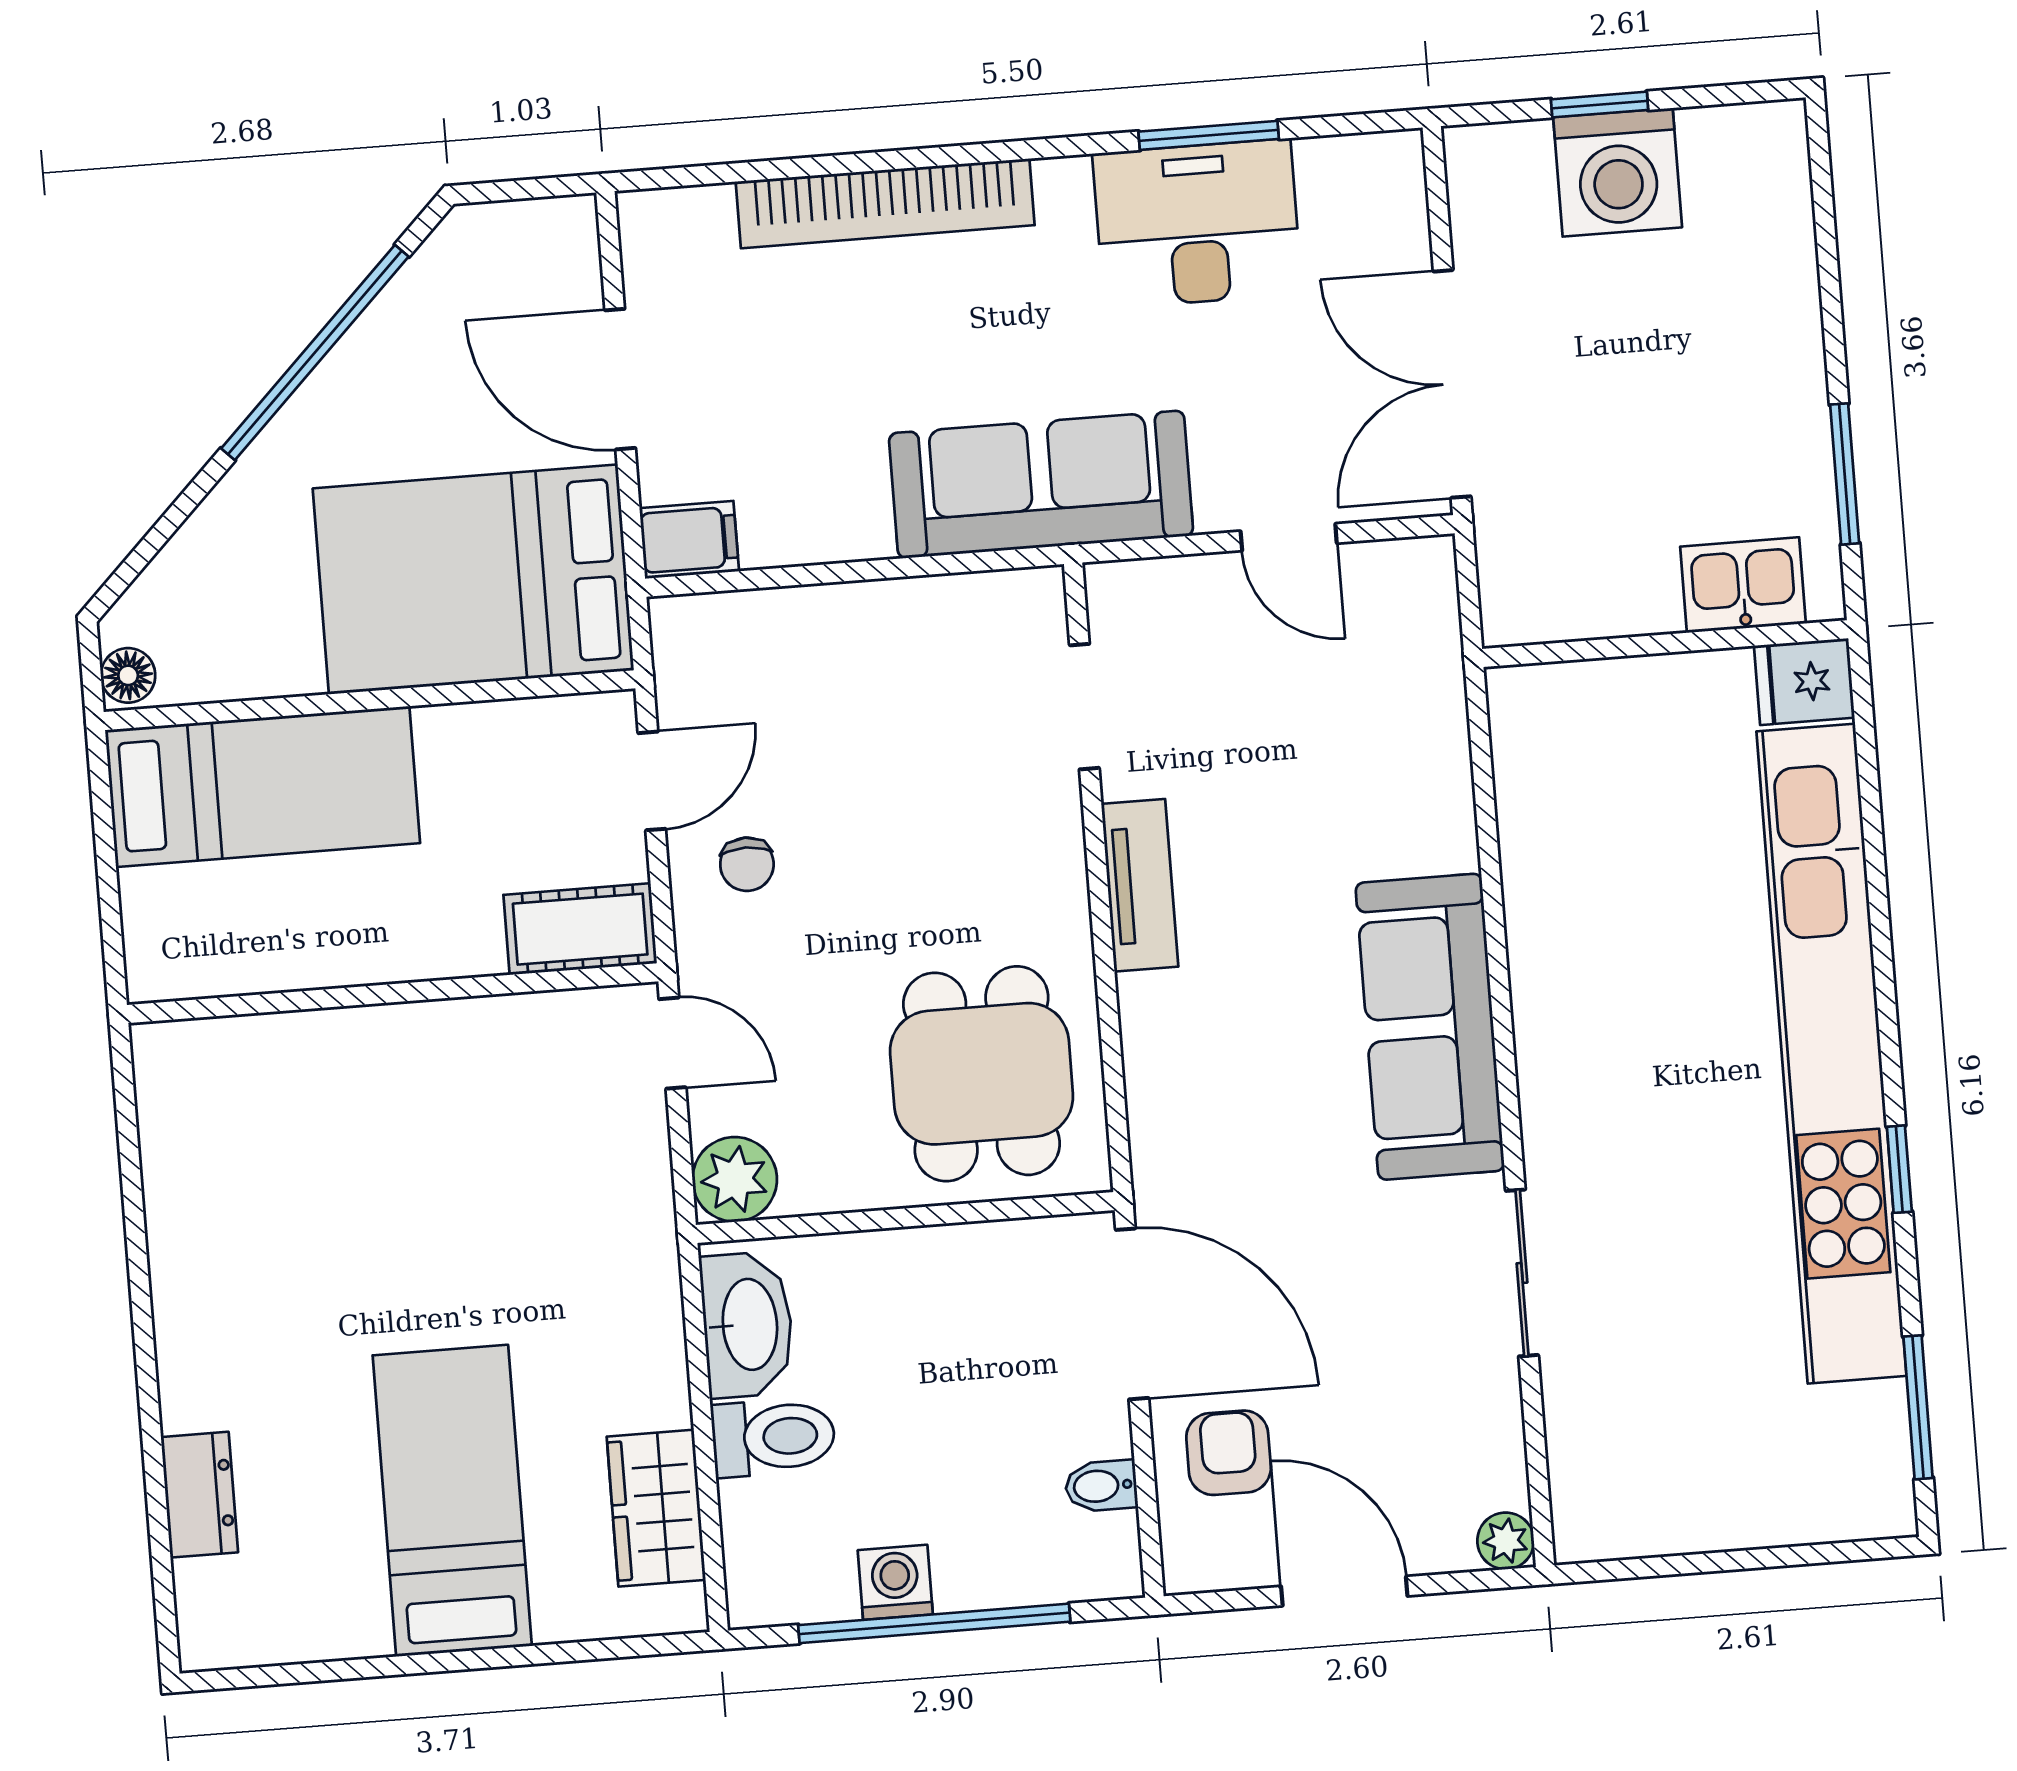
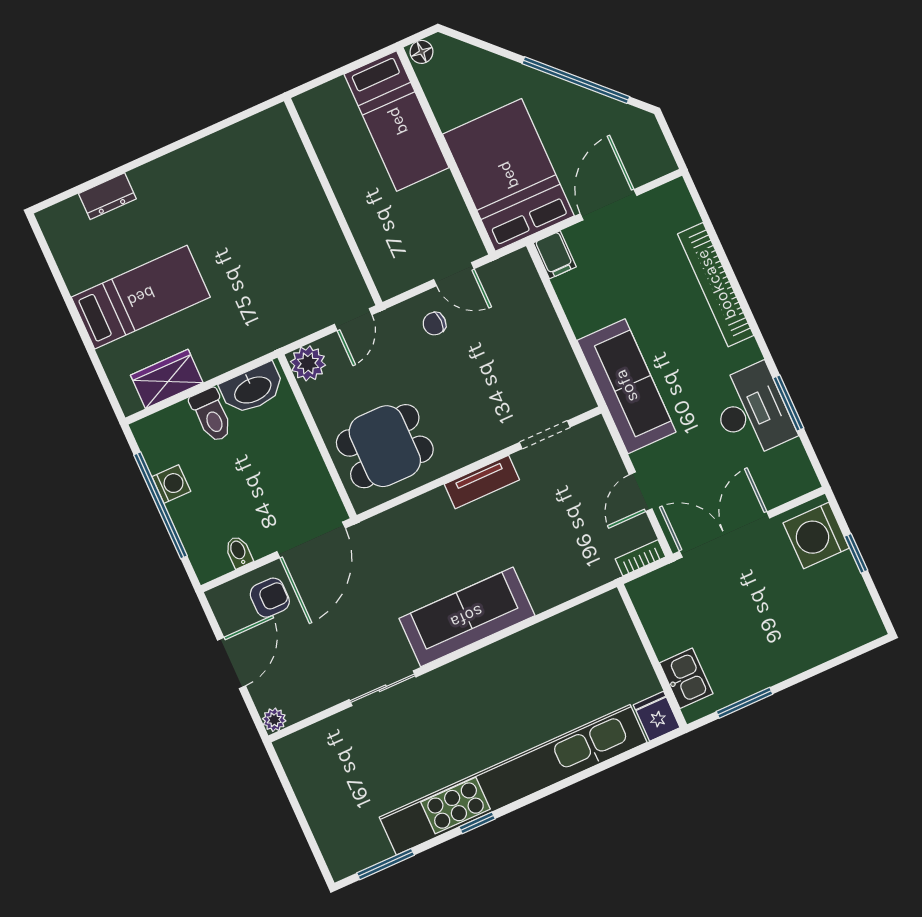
washing machine: (1618, 172) -> (816, 536), moved
bookcase: (1437, 591) -> (640, 558), added
cot: (580, 929) -> (385, 267), removed

